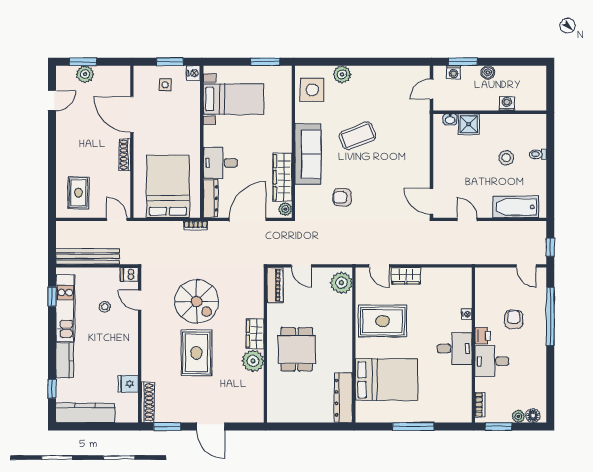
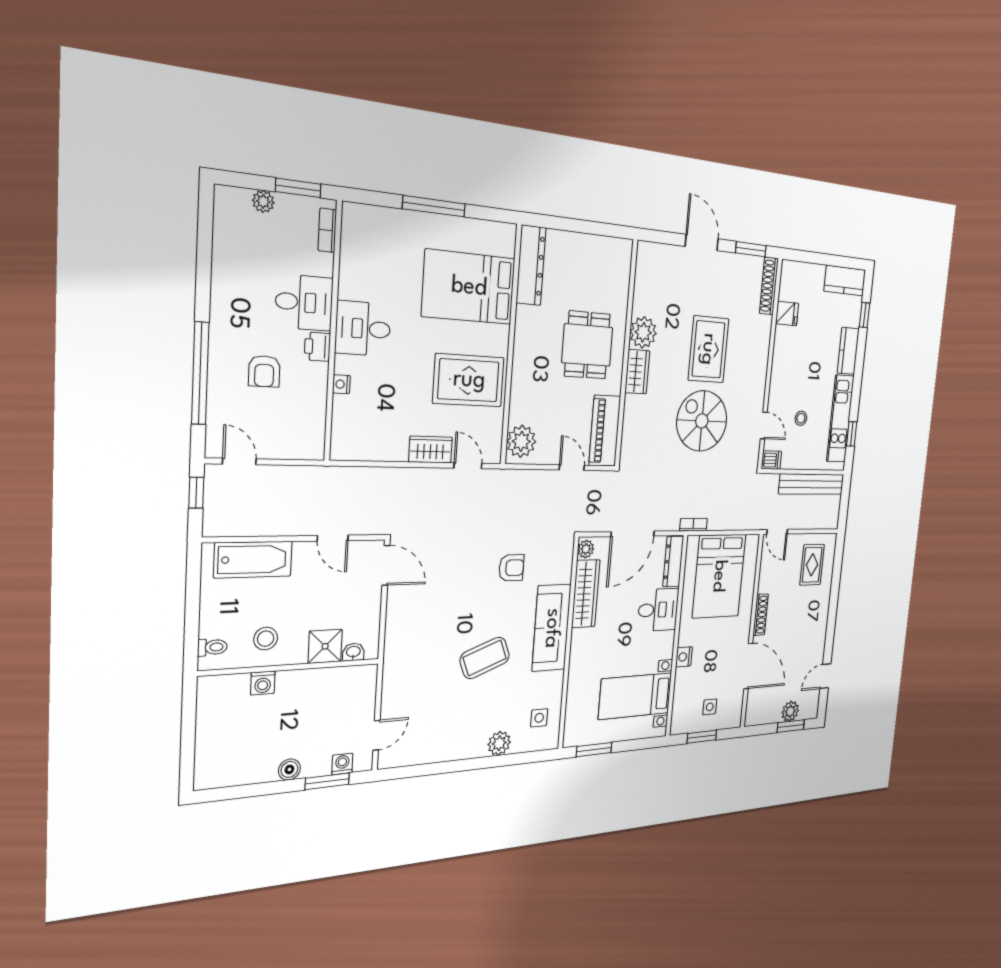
nightstand: (193, 73) -> (684, 657), moved
side table: (312, 90) -> (539, 718), width x0.54, depth x0.54
washing machine: (507, 103) -> (263, 683), moved
wall: (490, 112) -> (291, 667), moved
washbasin: (450, 119) -> (353, 652), moved
shower: (469, 124) -> (325, 646), moved
piano: (275, 285) -> (605, 431), width x1.37, depth x1.33
kitchen counter: (85, 413) -> (845, 281), width x0.67
floor lamp: (533, 416) -> (238, 199), removed

